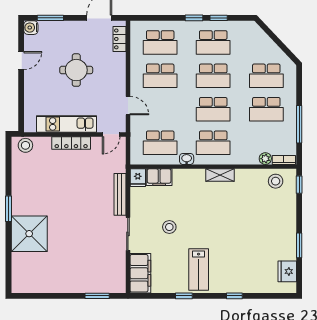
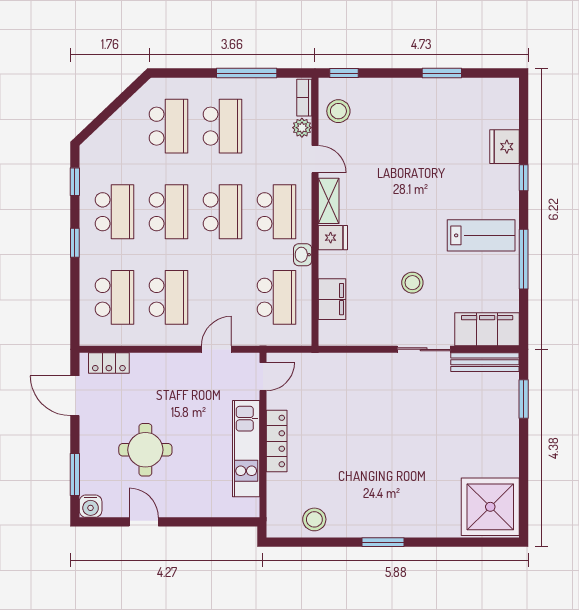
window: (219, 18) -> (75, 182), moved
round table: (76, 70) -> (145, 450), moved
door: (111, 134) -> (263, 377), hinge flipped
stool: (25, 145) -> (314, 519), moved
door: (246, 167) -> (315, 159), added
fridge: (138, 178) -> (333, 238), moved
bench: (120, 194) -> (485, 362), moved
shower: (29, 234) -> (490, 507), moved
fridge: (287, 271) -> (504, 147), moved, turned 90
window: (184, 296) -> (524, 259), width x2.17

